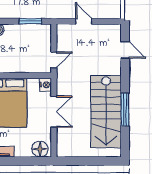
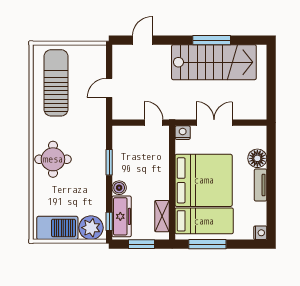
window: (30, 21) -> (109, 162), moved
floor lamp: (40, 149) -> (257, 158), moved

